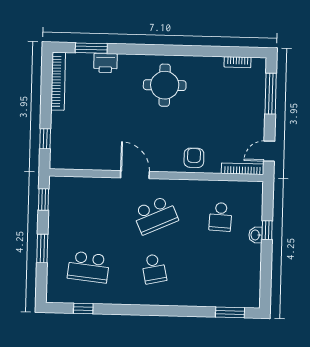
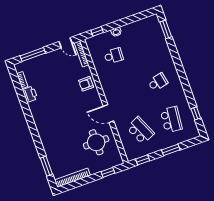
printer: (105, 63) -> (30, 94), moved
round table: (165, 85) -> (96, 142), moved
door: (135, 175) -> (109, 114), hinge flipped
school desk: (155, 215) -> (140, 131), moved
window: (267, 230) -> (97, 31), moved

